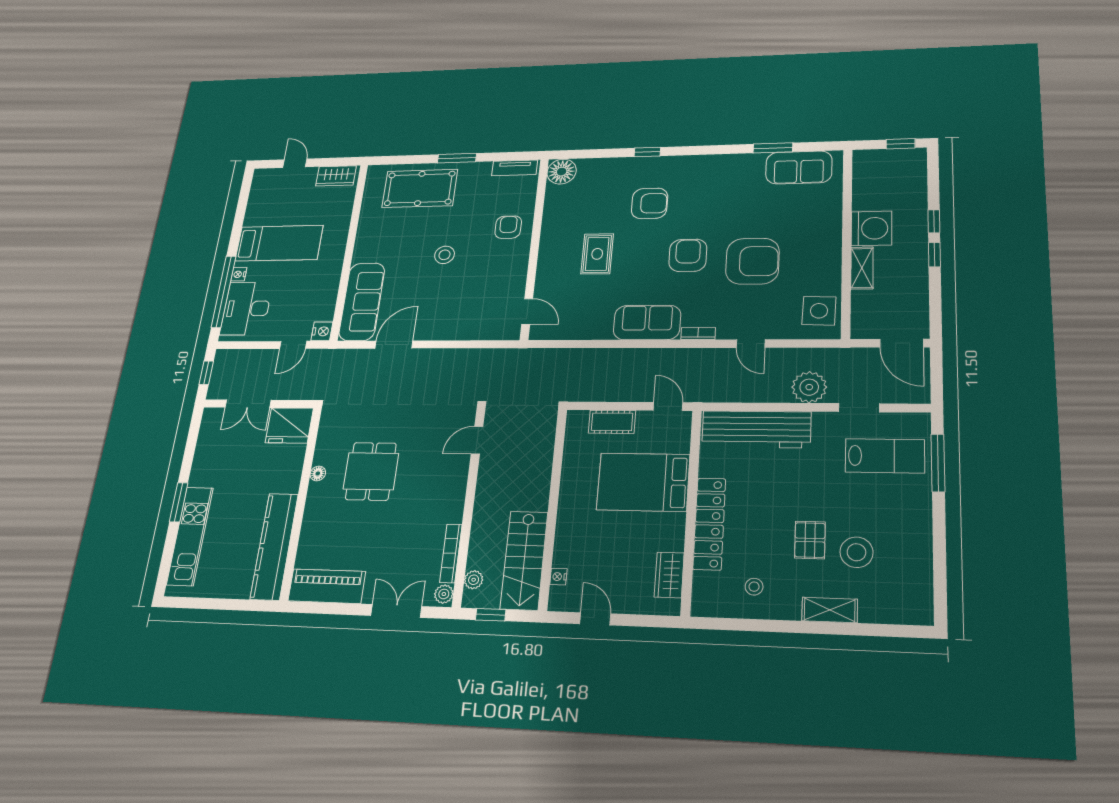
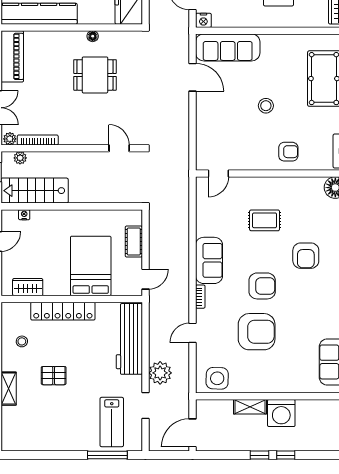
armchair: (752, 261) -> (257, 332), turned -90
stool: (856, 552) -> (46, 405), removed

